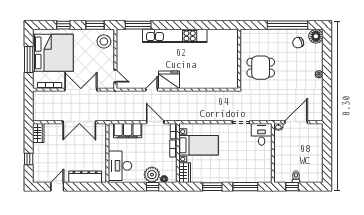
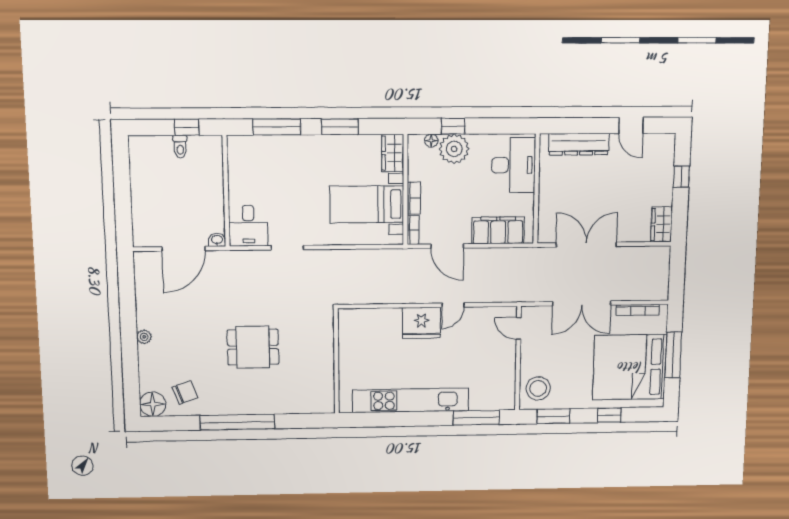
window: (288, 25) -> (237, 422), moved
wall: (239, 59) -> (336, 361), moved
door: (57, 187) -> (631, 125), hinge flipped

